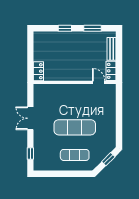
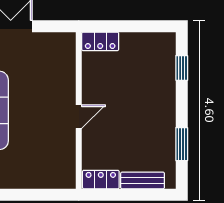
window: (65, 28) -> (182, 68), moved
door: (99, 82) -> (79, 117), moved

